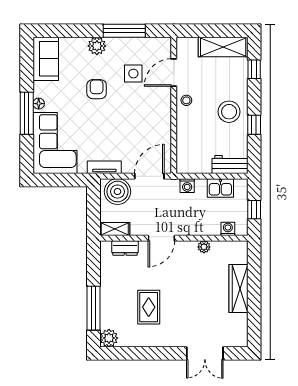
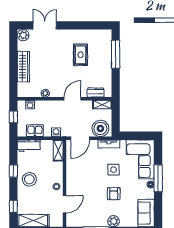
side table: (133, 74) -> (114, 170), moved
shelving: (184, 157) -> (58, 150), added
plant: (109, 338) -> (23, 35), moved

